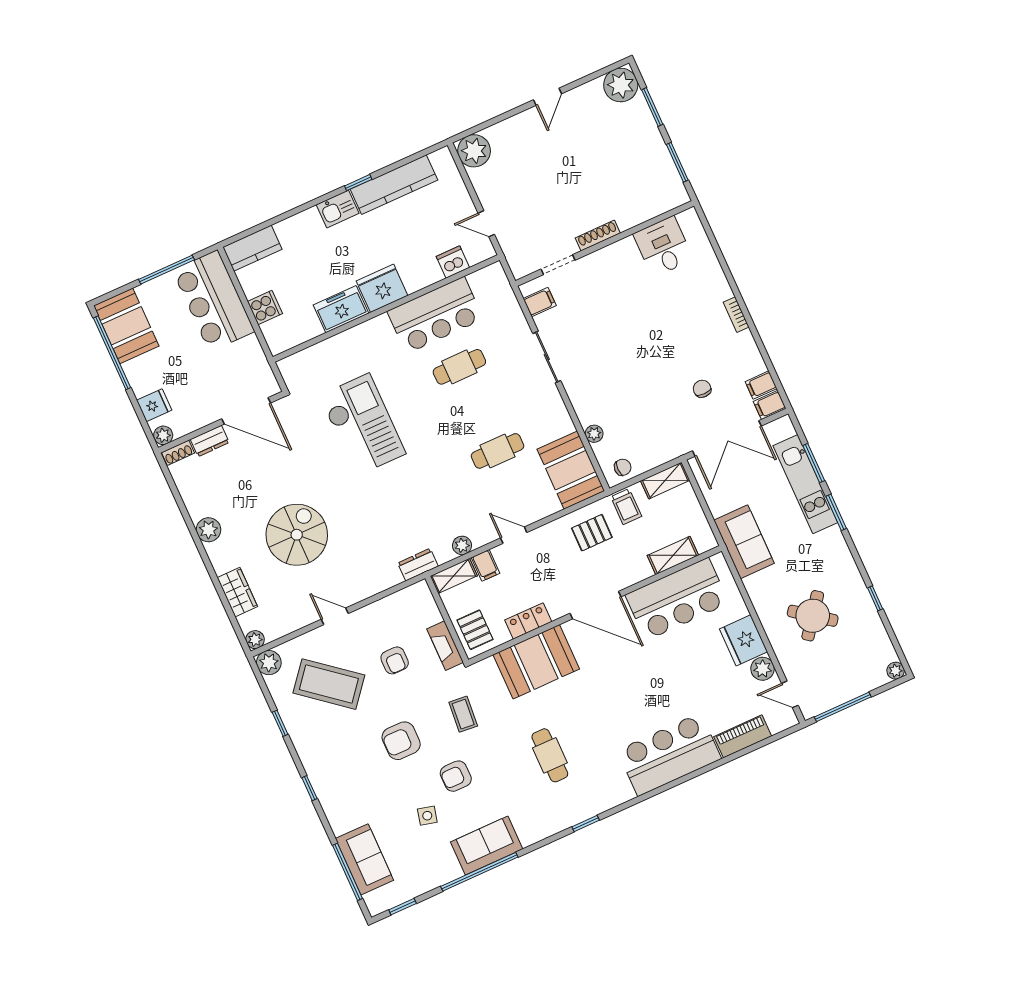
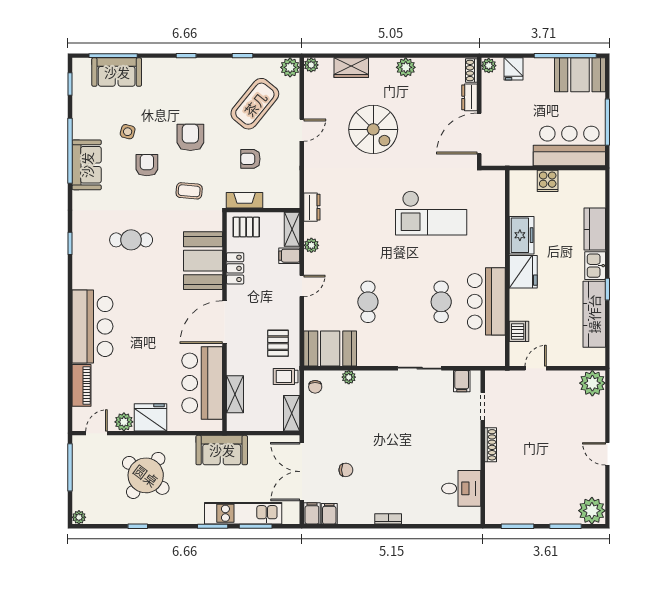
kitchen counter: (252, 248) -> (595, 229), moved
round table: (813, 616) -> (146, 475), width x1.36, depth x1.36

